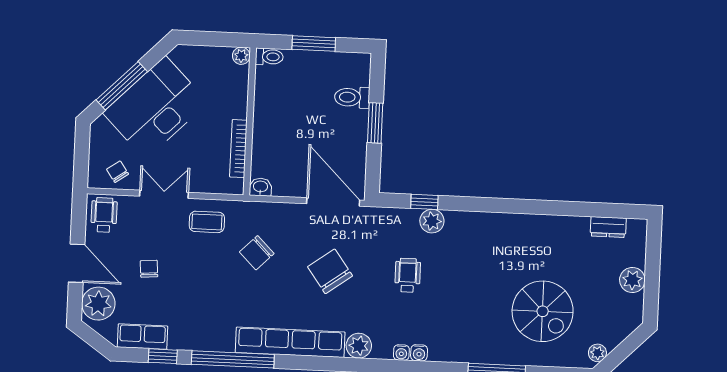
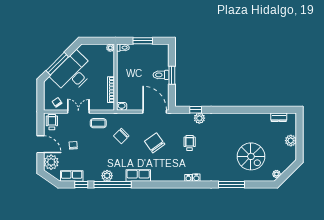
toilet: (352, 97) -> (161, 75), moved
row of seats: (290, 342) -> (138, 176), width x0.50
plant: (359, 346) -> (107, 176), moved

